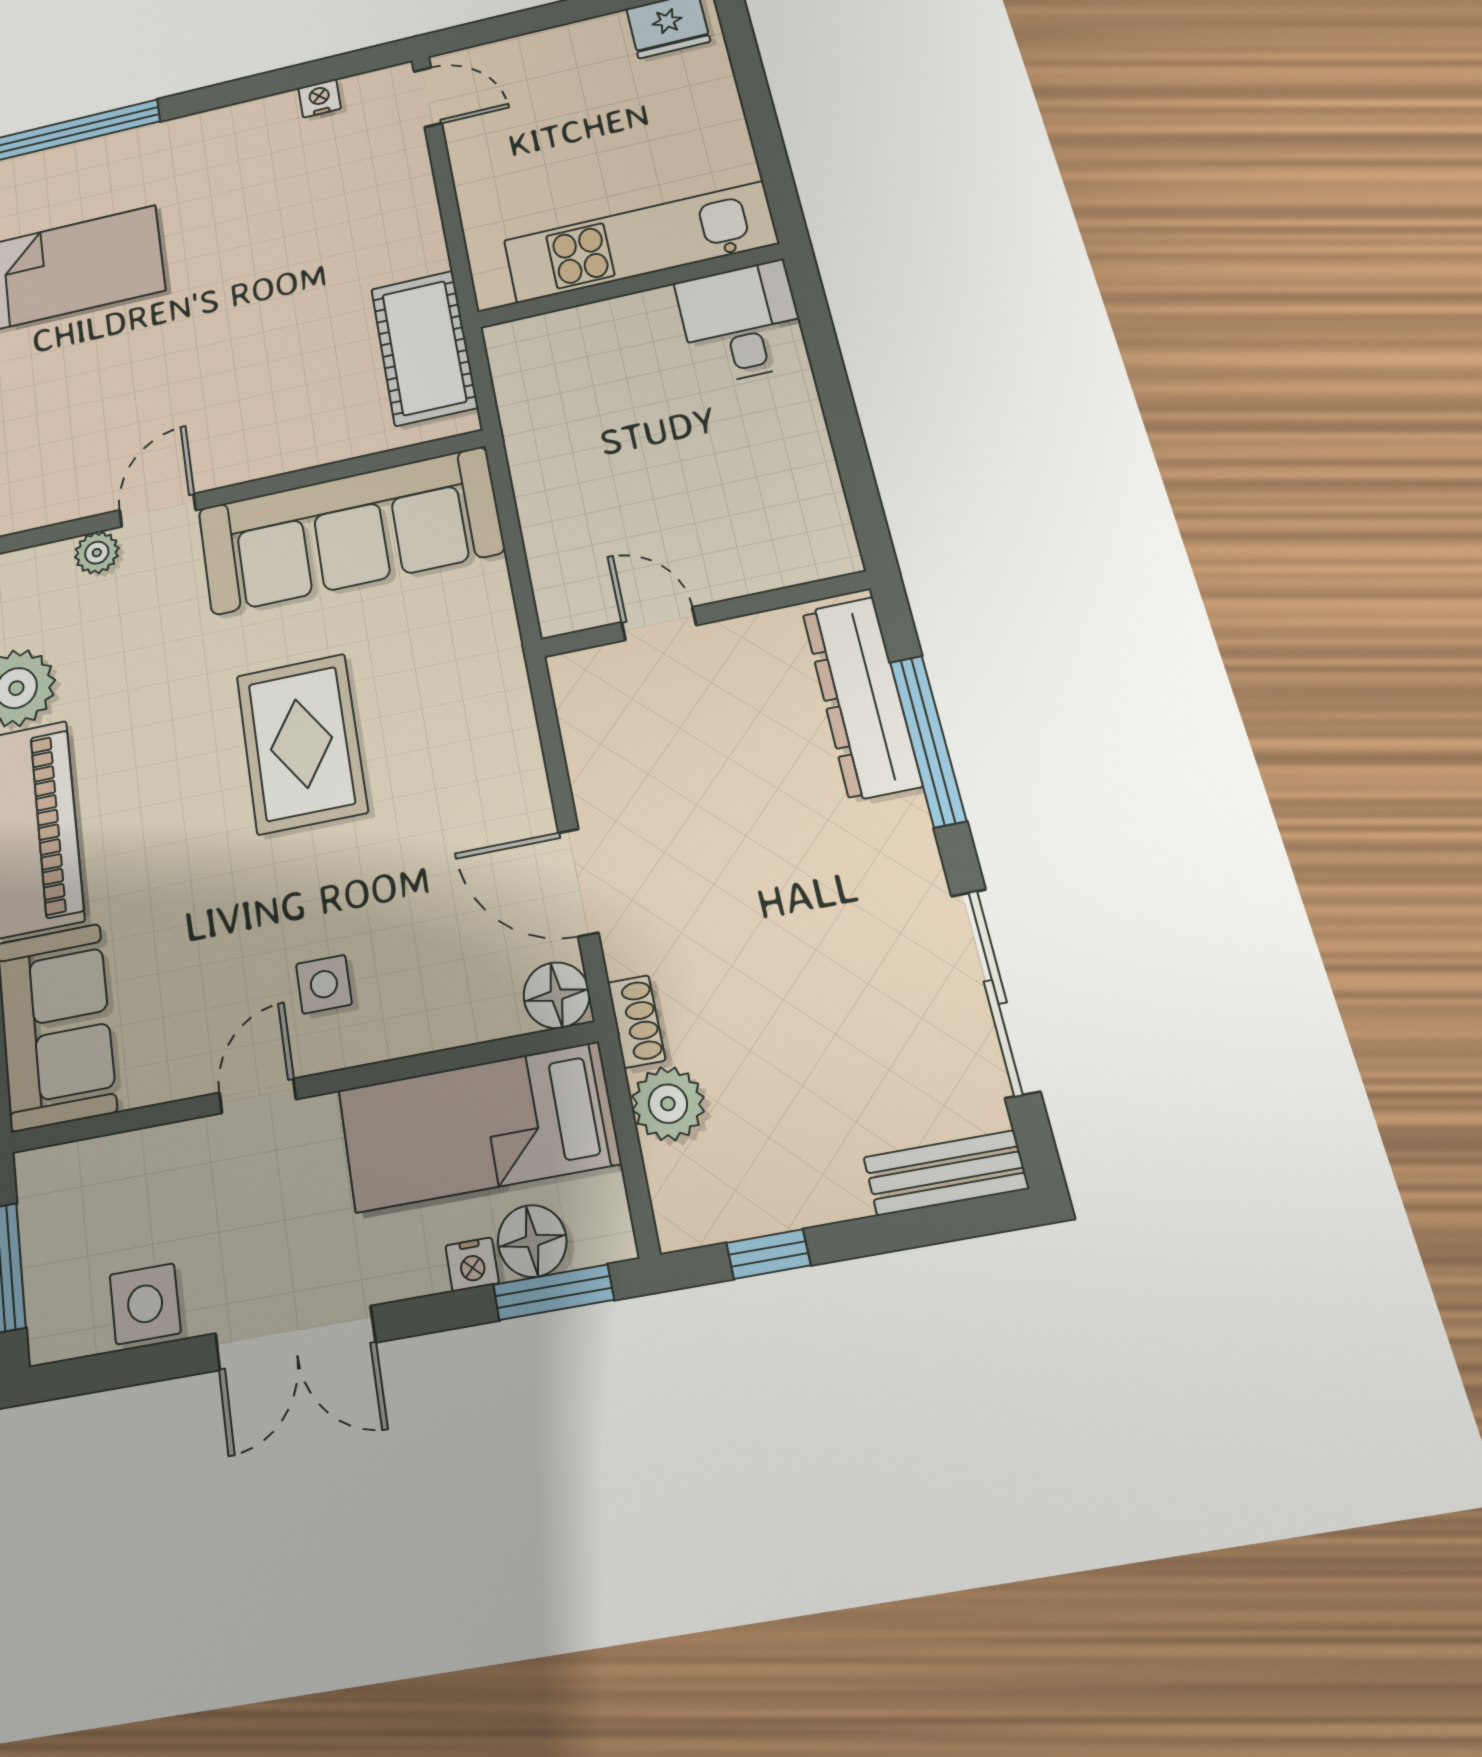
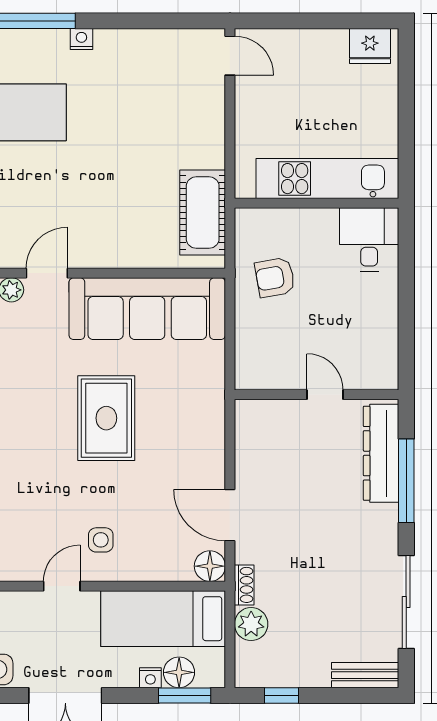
nightstand: (320, 98) -> (81, 39), moved
armchair: (579, 425) -> (275, 277), added
door: (659, 624) -> (325, 395), moved

